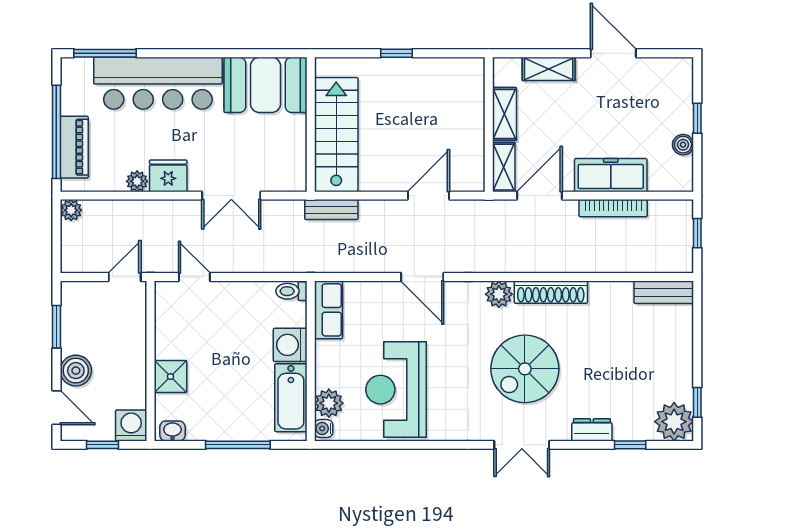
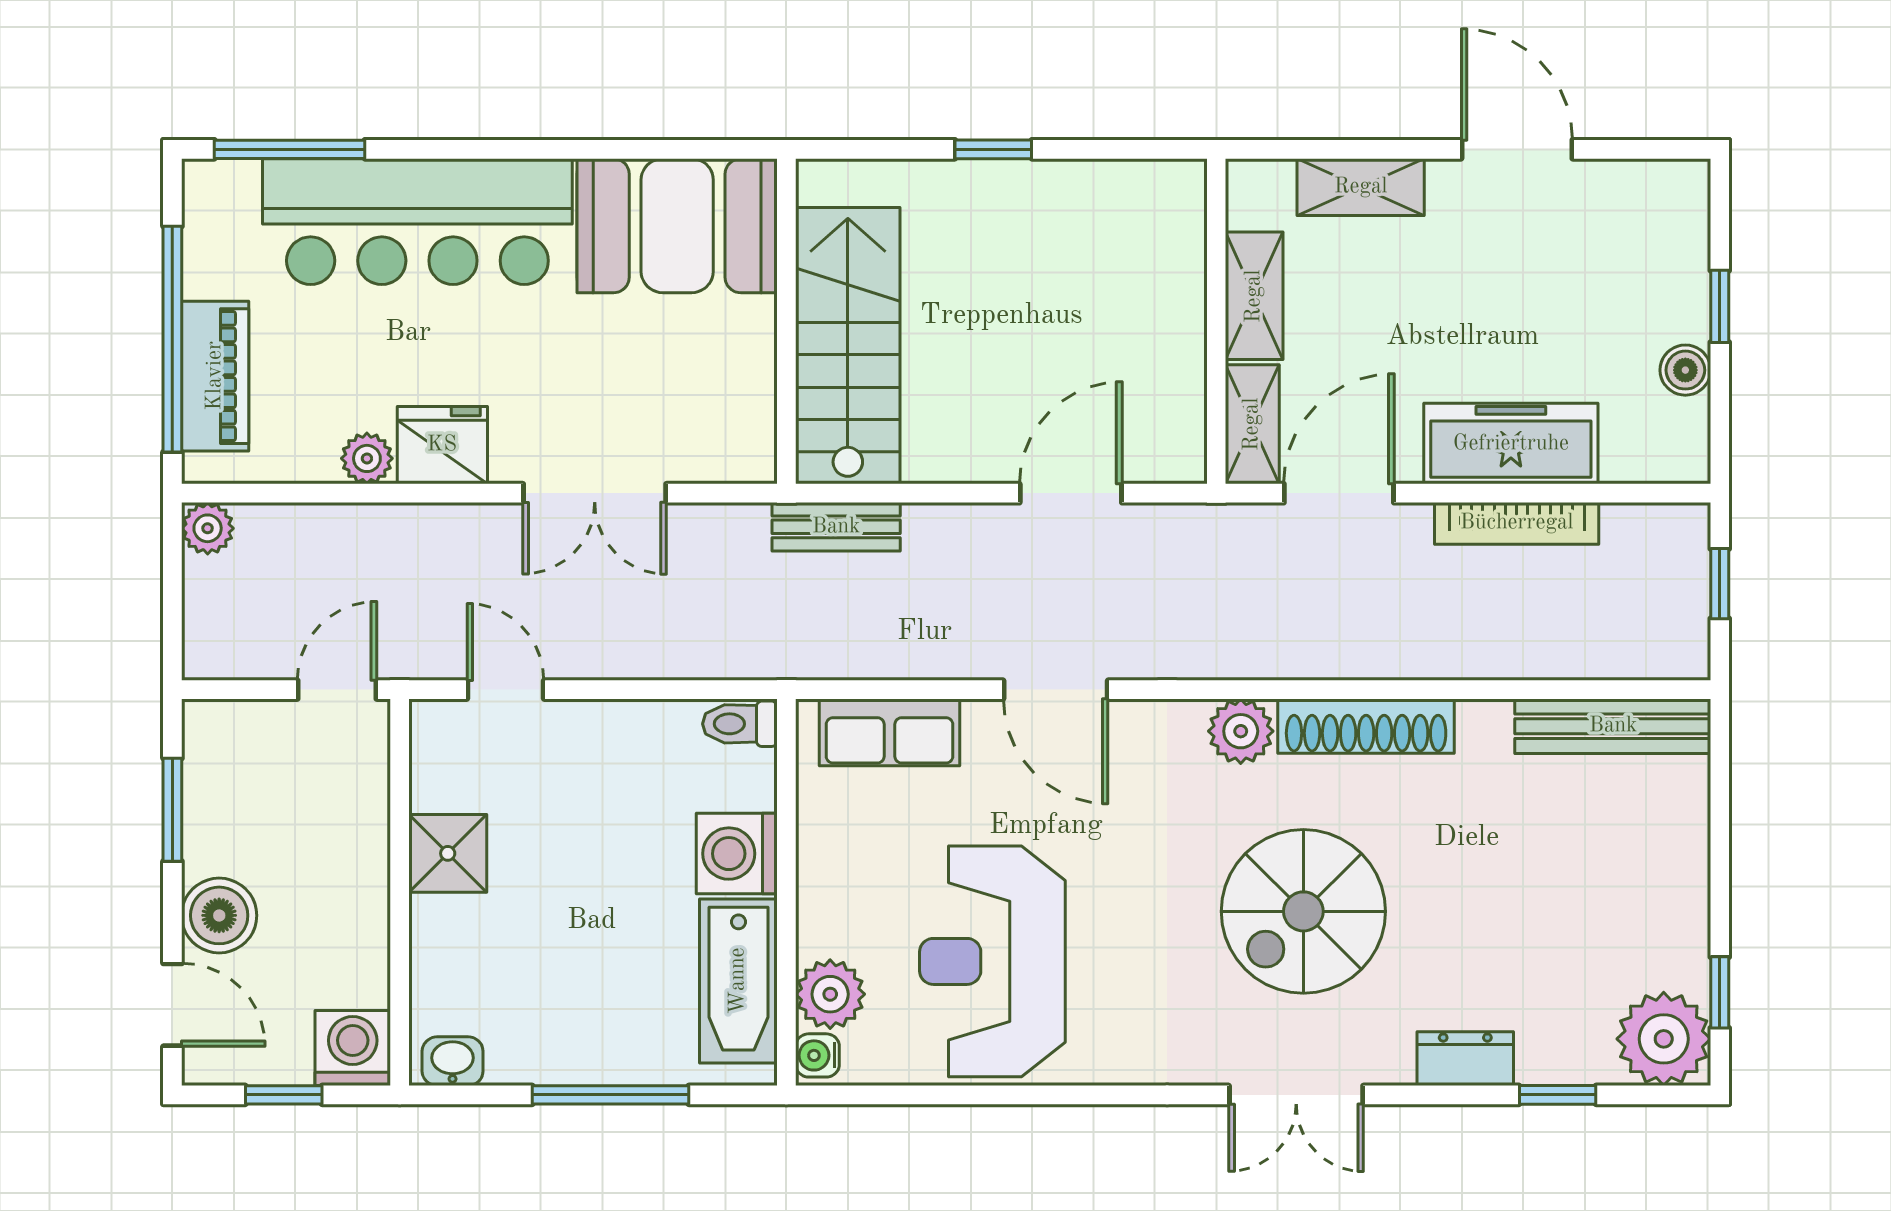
bench: (664, 292) -> (1613, 726), width x1.36
row of seats: (328, 310) -> (890, 732), moved, turned 90
shower: (170, 377) -> (448, 853), moved

